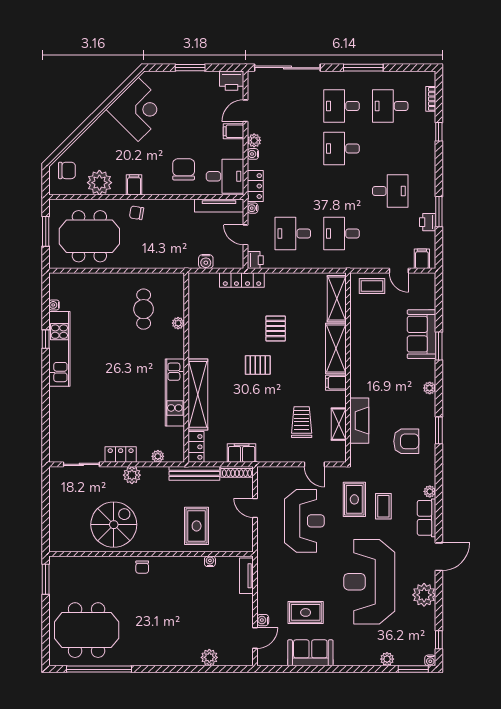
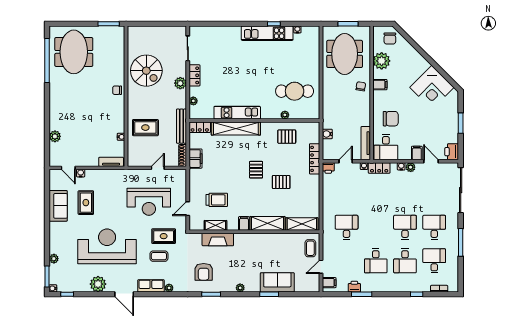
desk: (293, 233) -> (405, 261), moved, turned 180
cafe table: (144, 309) -> (295, 91), width x1.37, depth x1.35
pallet: (210, 320) -> (287, 137), added

